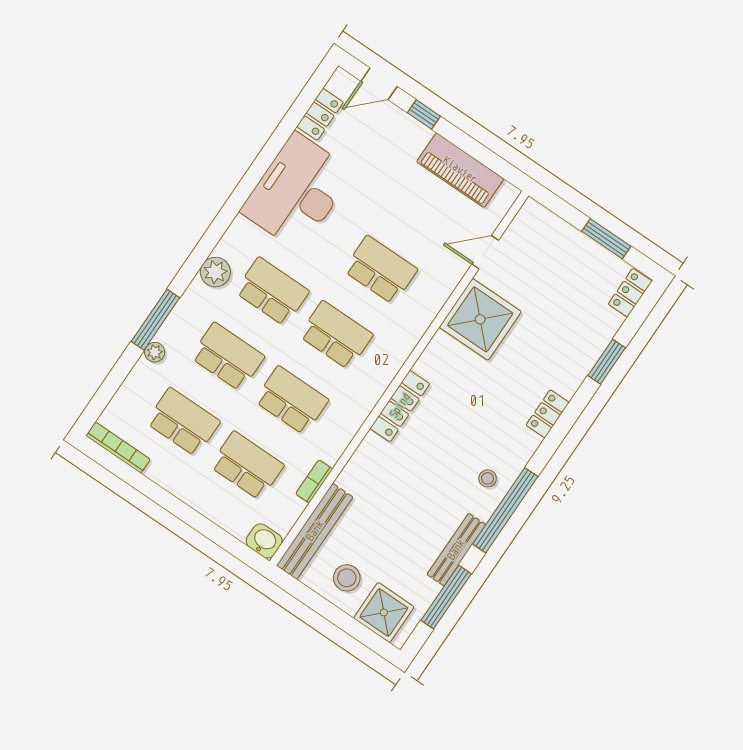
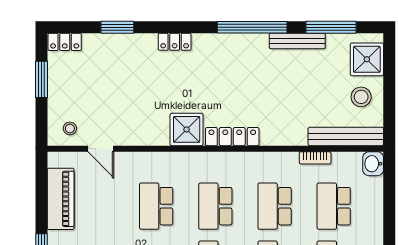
shower: (480, 319) -> (187, 129), moved, width x0.73, depth x0.73
stool: (488, 478) -> (70, 128), moved

